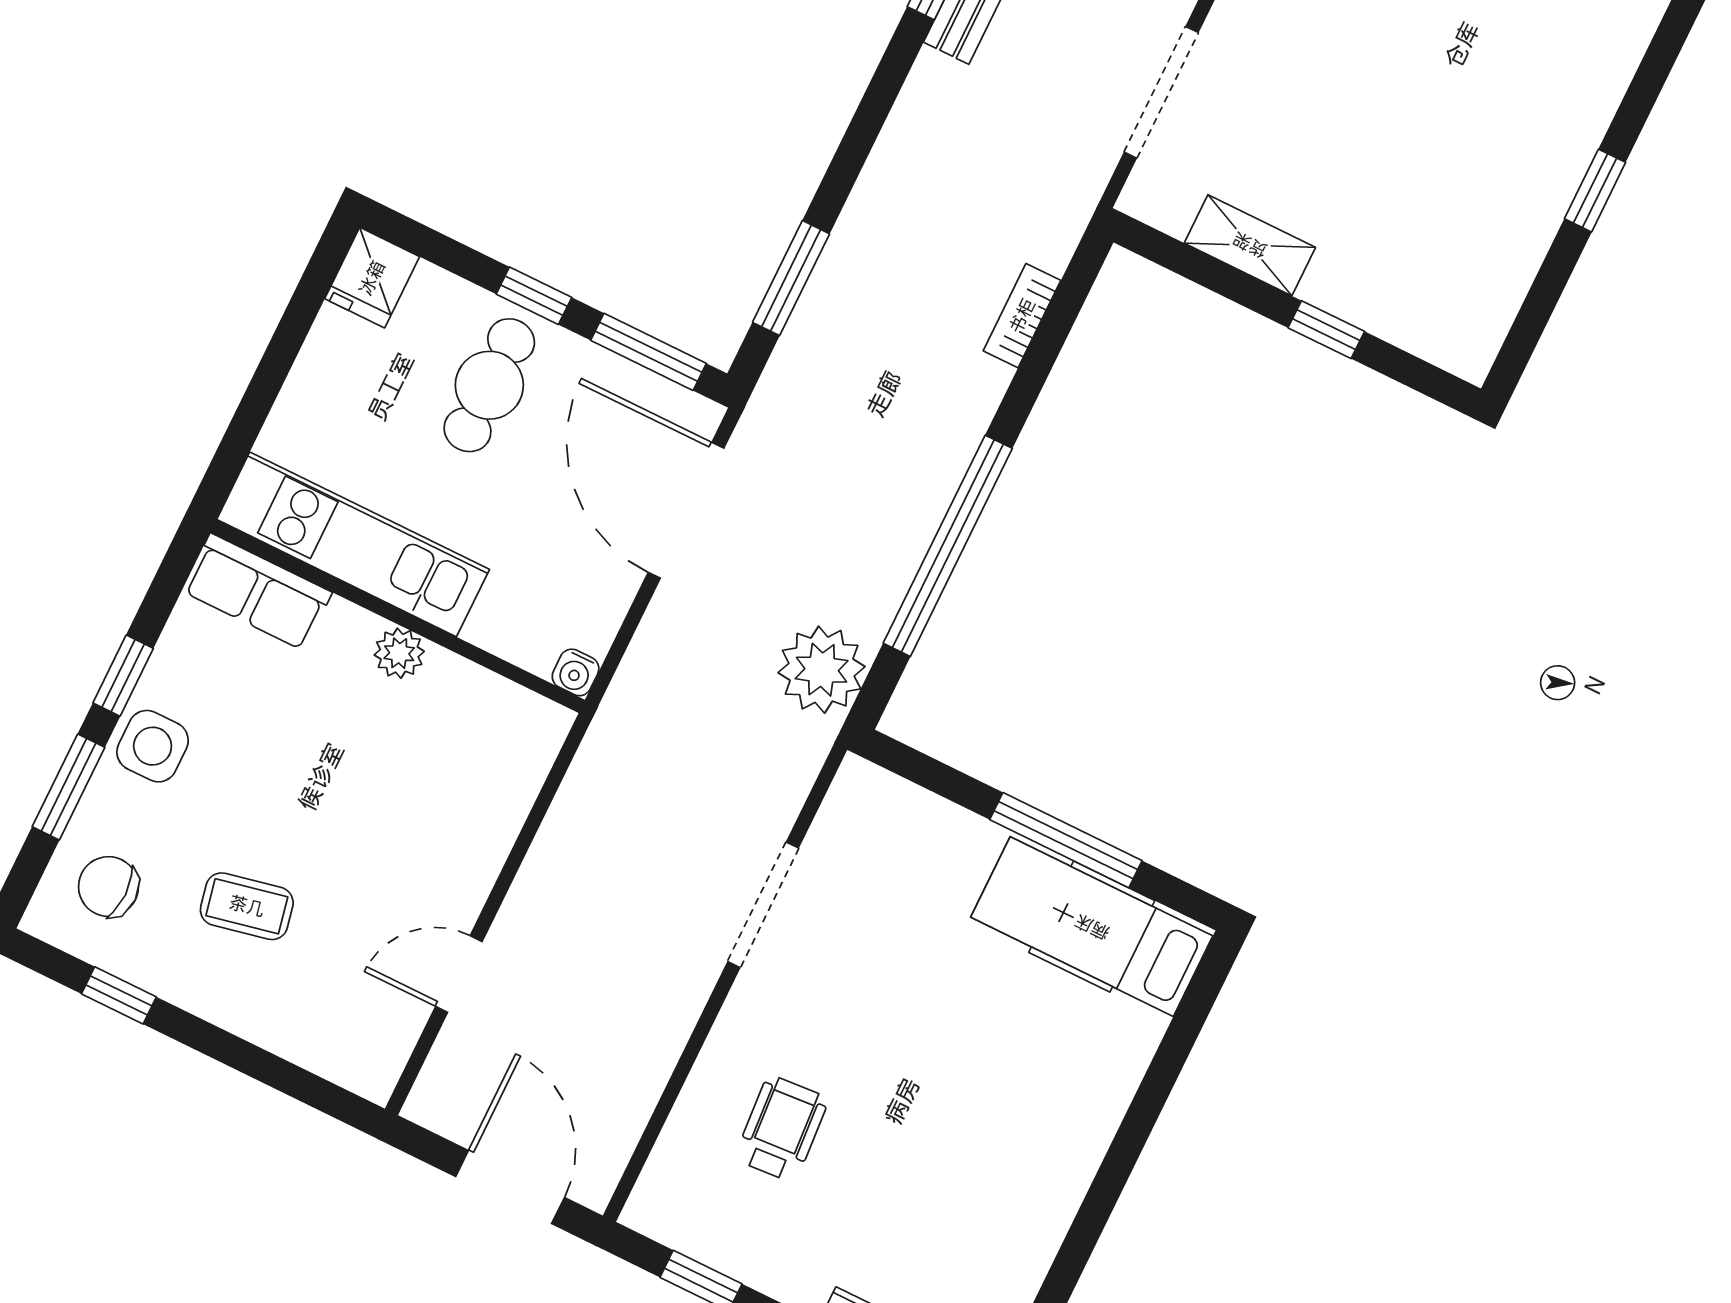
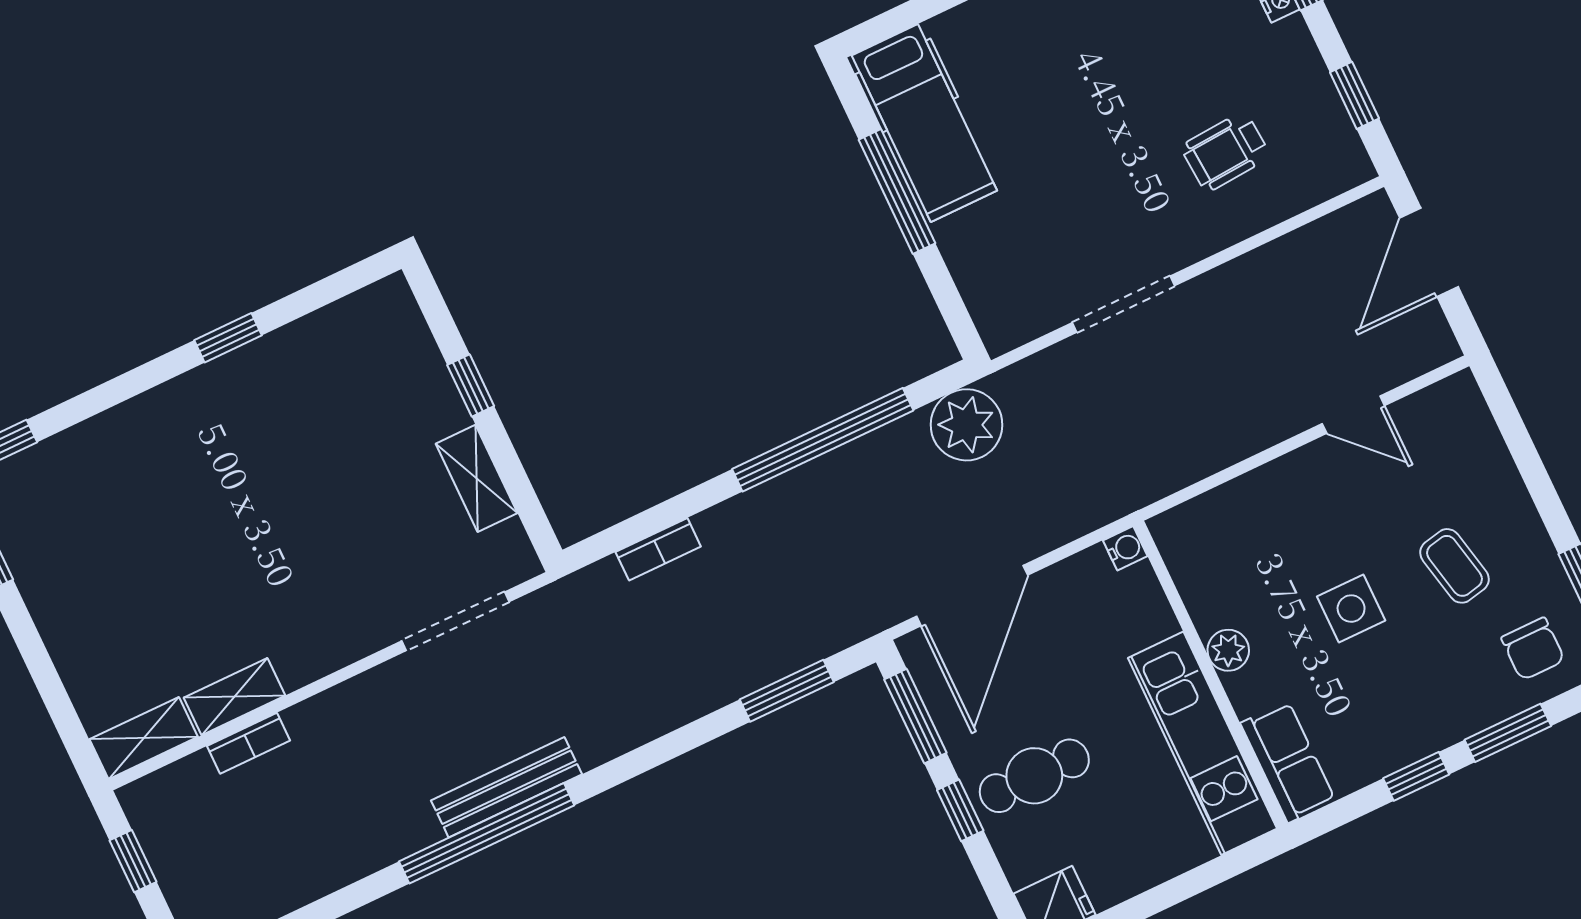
side table: (153, 746) -> (1351, 609), moved

